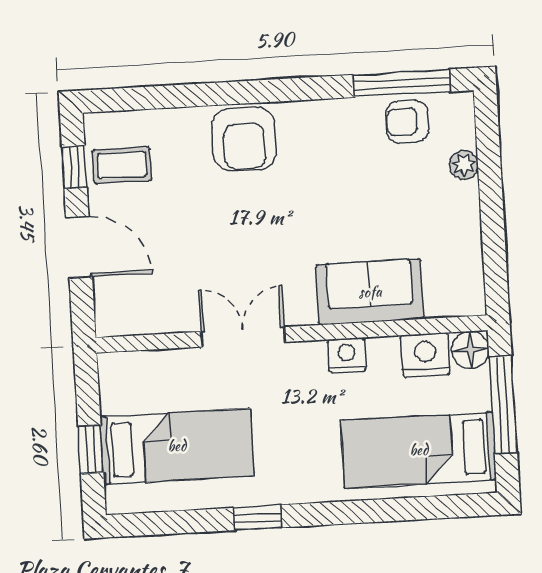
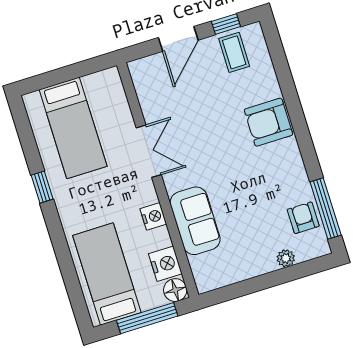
window: (91, 450) -> (58, 76), removed

